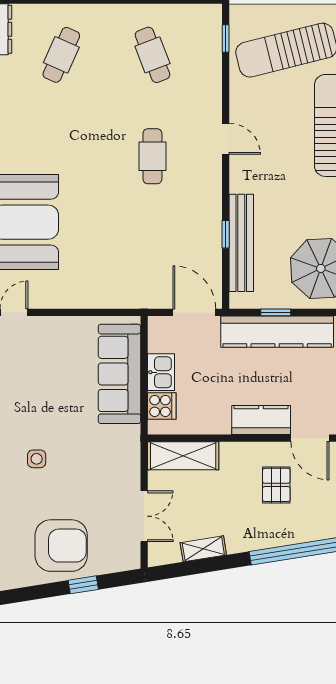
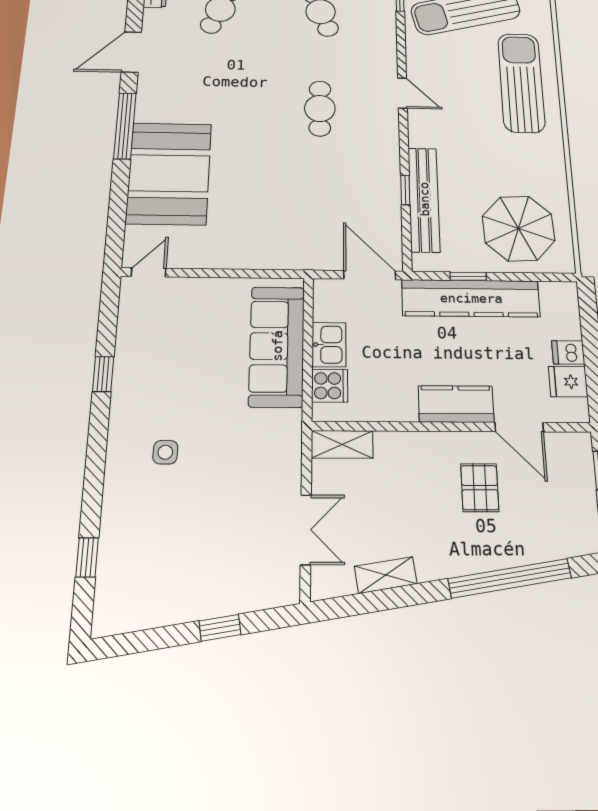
shelving: (183, 456) -> (342, 444), width x0.67, depth x0.75
armchair: (61, 546) -> (192, 571), removed

